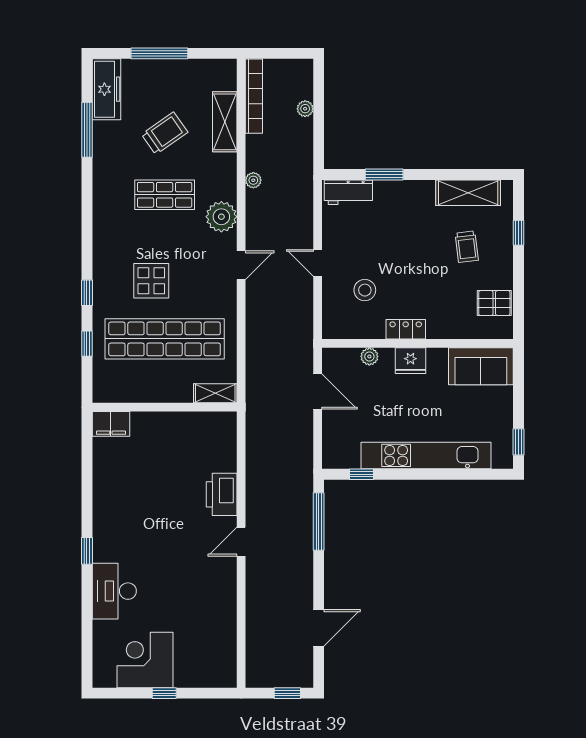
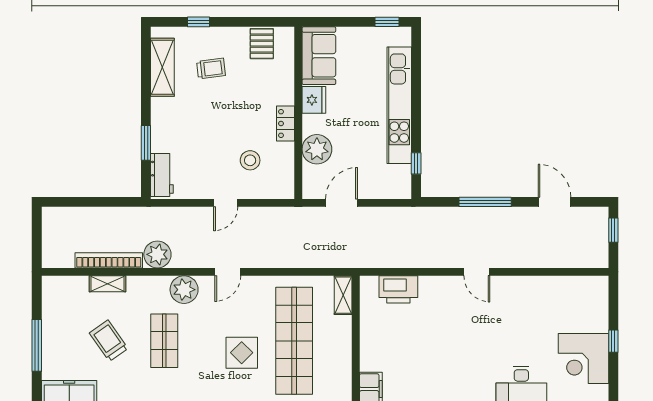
bookcase: (254, 96) -> (109, 260), moved
plant: (305, 109) -> (87, 214), removed
shelving: (225, 122) -> (108, 284), width x0.67, depth x0.75
plant: (253, 180) -> (157, 254), width x1.87, depth x1.87
door: (241, 265) -> (228, 272), swing flipped
plant: (369, 356) -> (317, 149), width x1.88, depth x1.88
fridge: (410, 361) -> (314, 100), moved
printer: (222, 494) -> (398, 289), moved
window: (319, 521) -> (485, 202), moved

